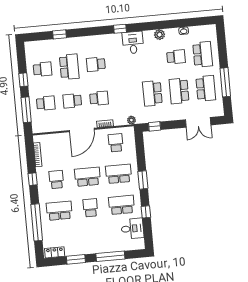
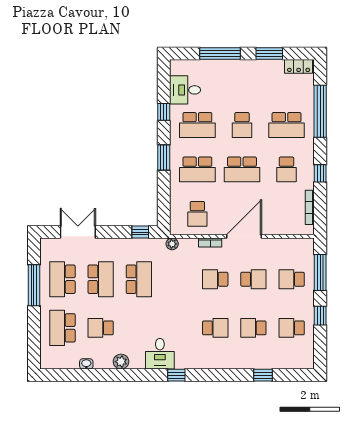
school desk: (69, 67) -> (253, 328), width x0.54

